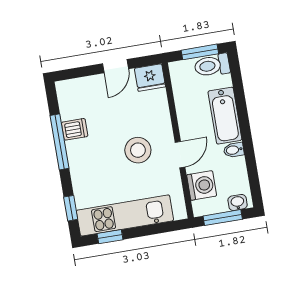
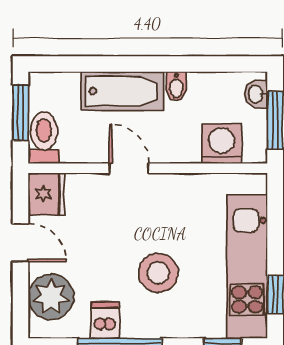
toilet: (212, 65) -> (44, 138), moved, turned 180
plant: (84, 92) -> (51, 297), added
stool: (138, 150) -> (158, 273), moved
door: (180, 155) -> (129, 168), moved

